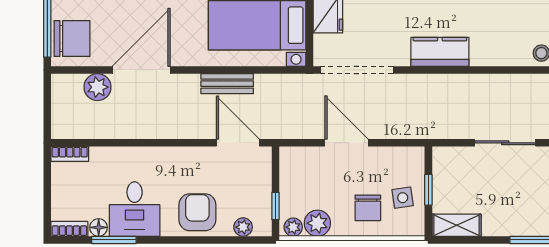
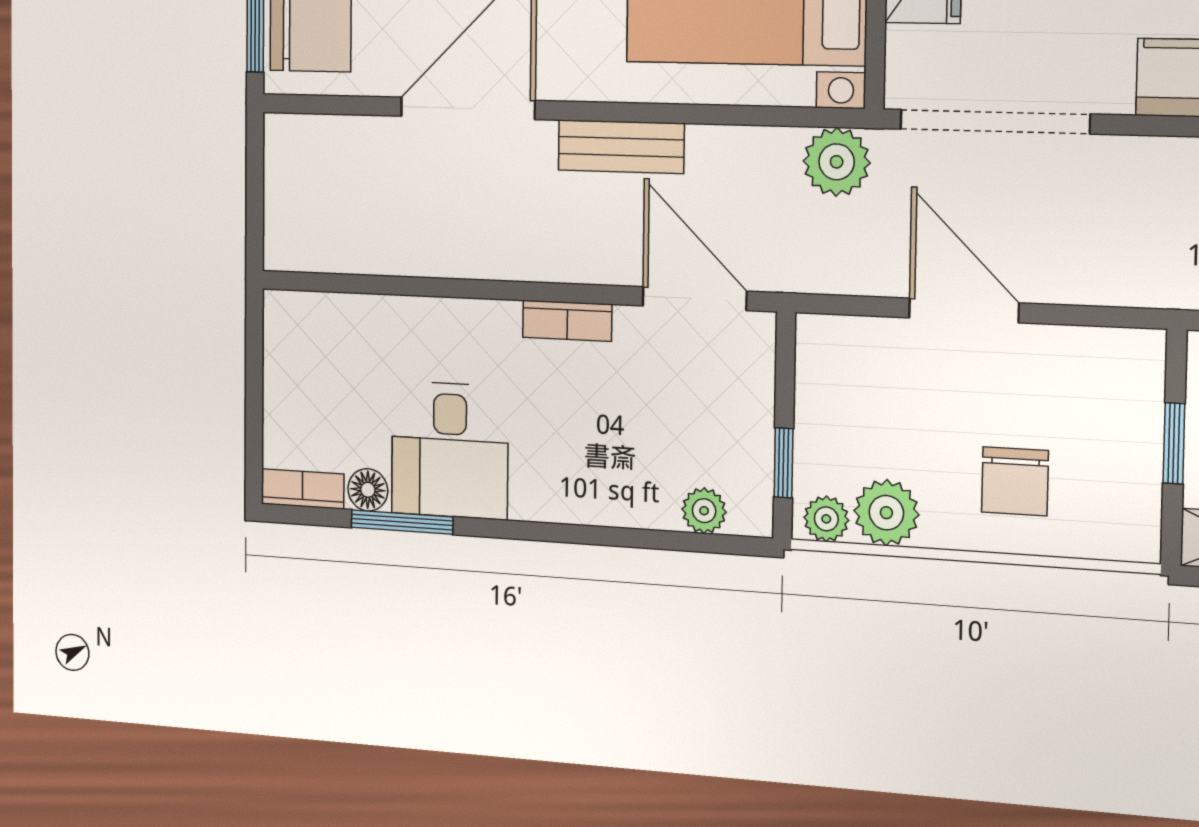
bench: (227, 84) -> (621, 147), moved
plant: (98, 87) -> (837, 162), moved
bookcase: (70, 154) -> (567, 321), moved
side table: (403, 198) -> (1106, 460), removed
armchair: (197, 212) -> (596, 467), removed

